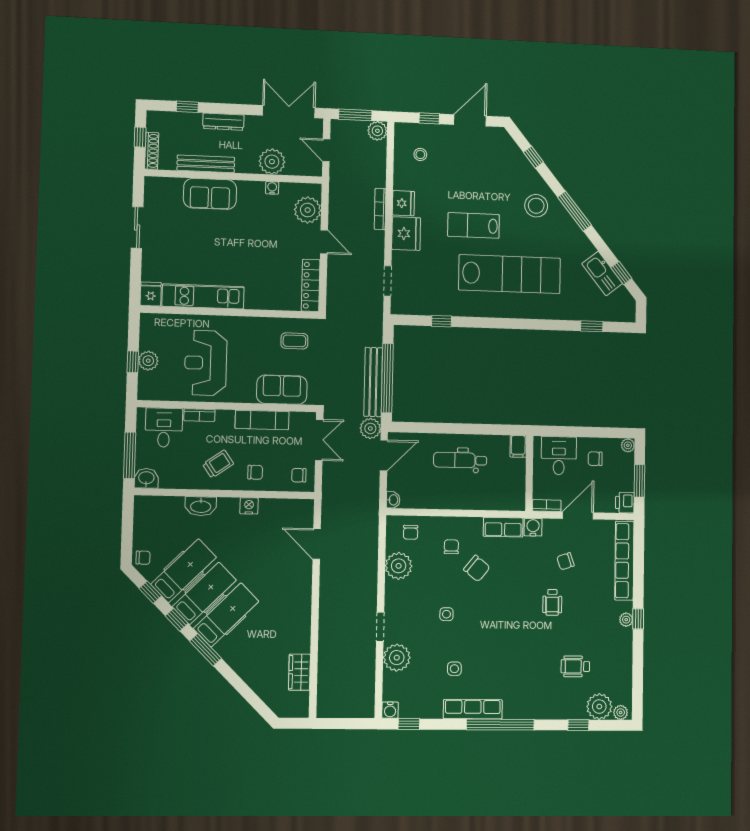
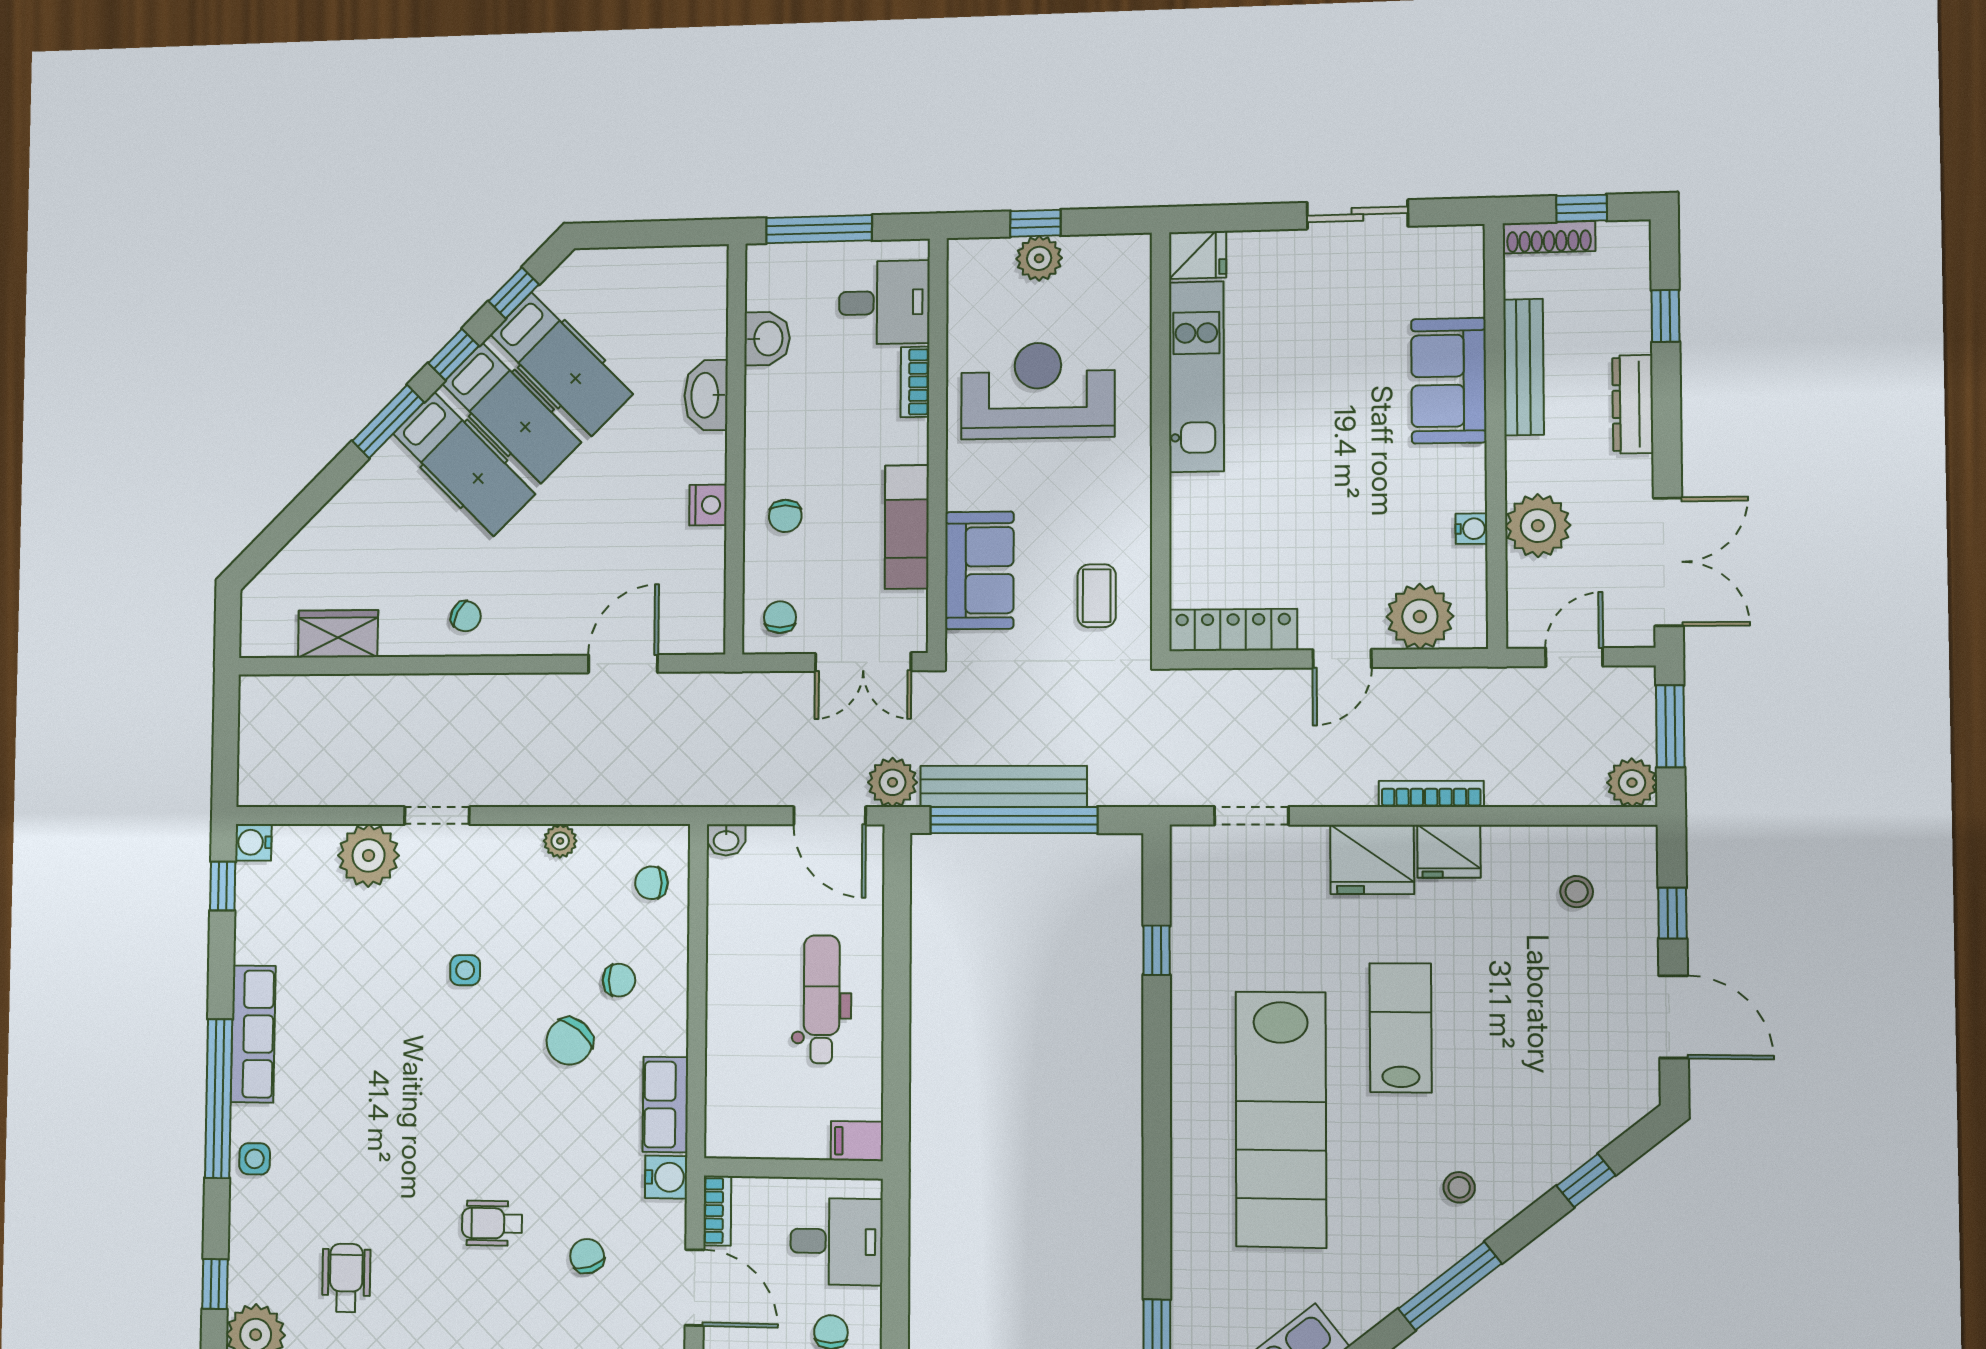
stool: (536, 206) -> (1459, 1187), width x0.53, depth x0.53
trolley: (218, 464) -> (803, 430), removed
washbasin: (146, 478) -> (767, 339), moved
chair: (143, 558) -> (466, 616), moved, turned -63
plant: (399, 566) -> (560, 841), width x0.53, depth x0.53
side table: (454, 669) -> (255, 1159), moved

